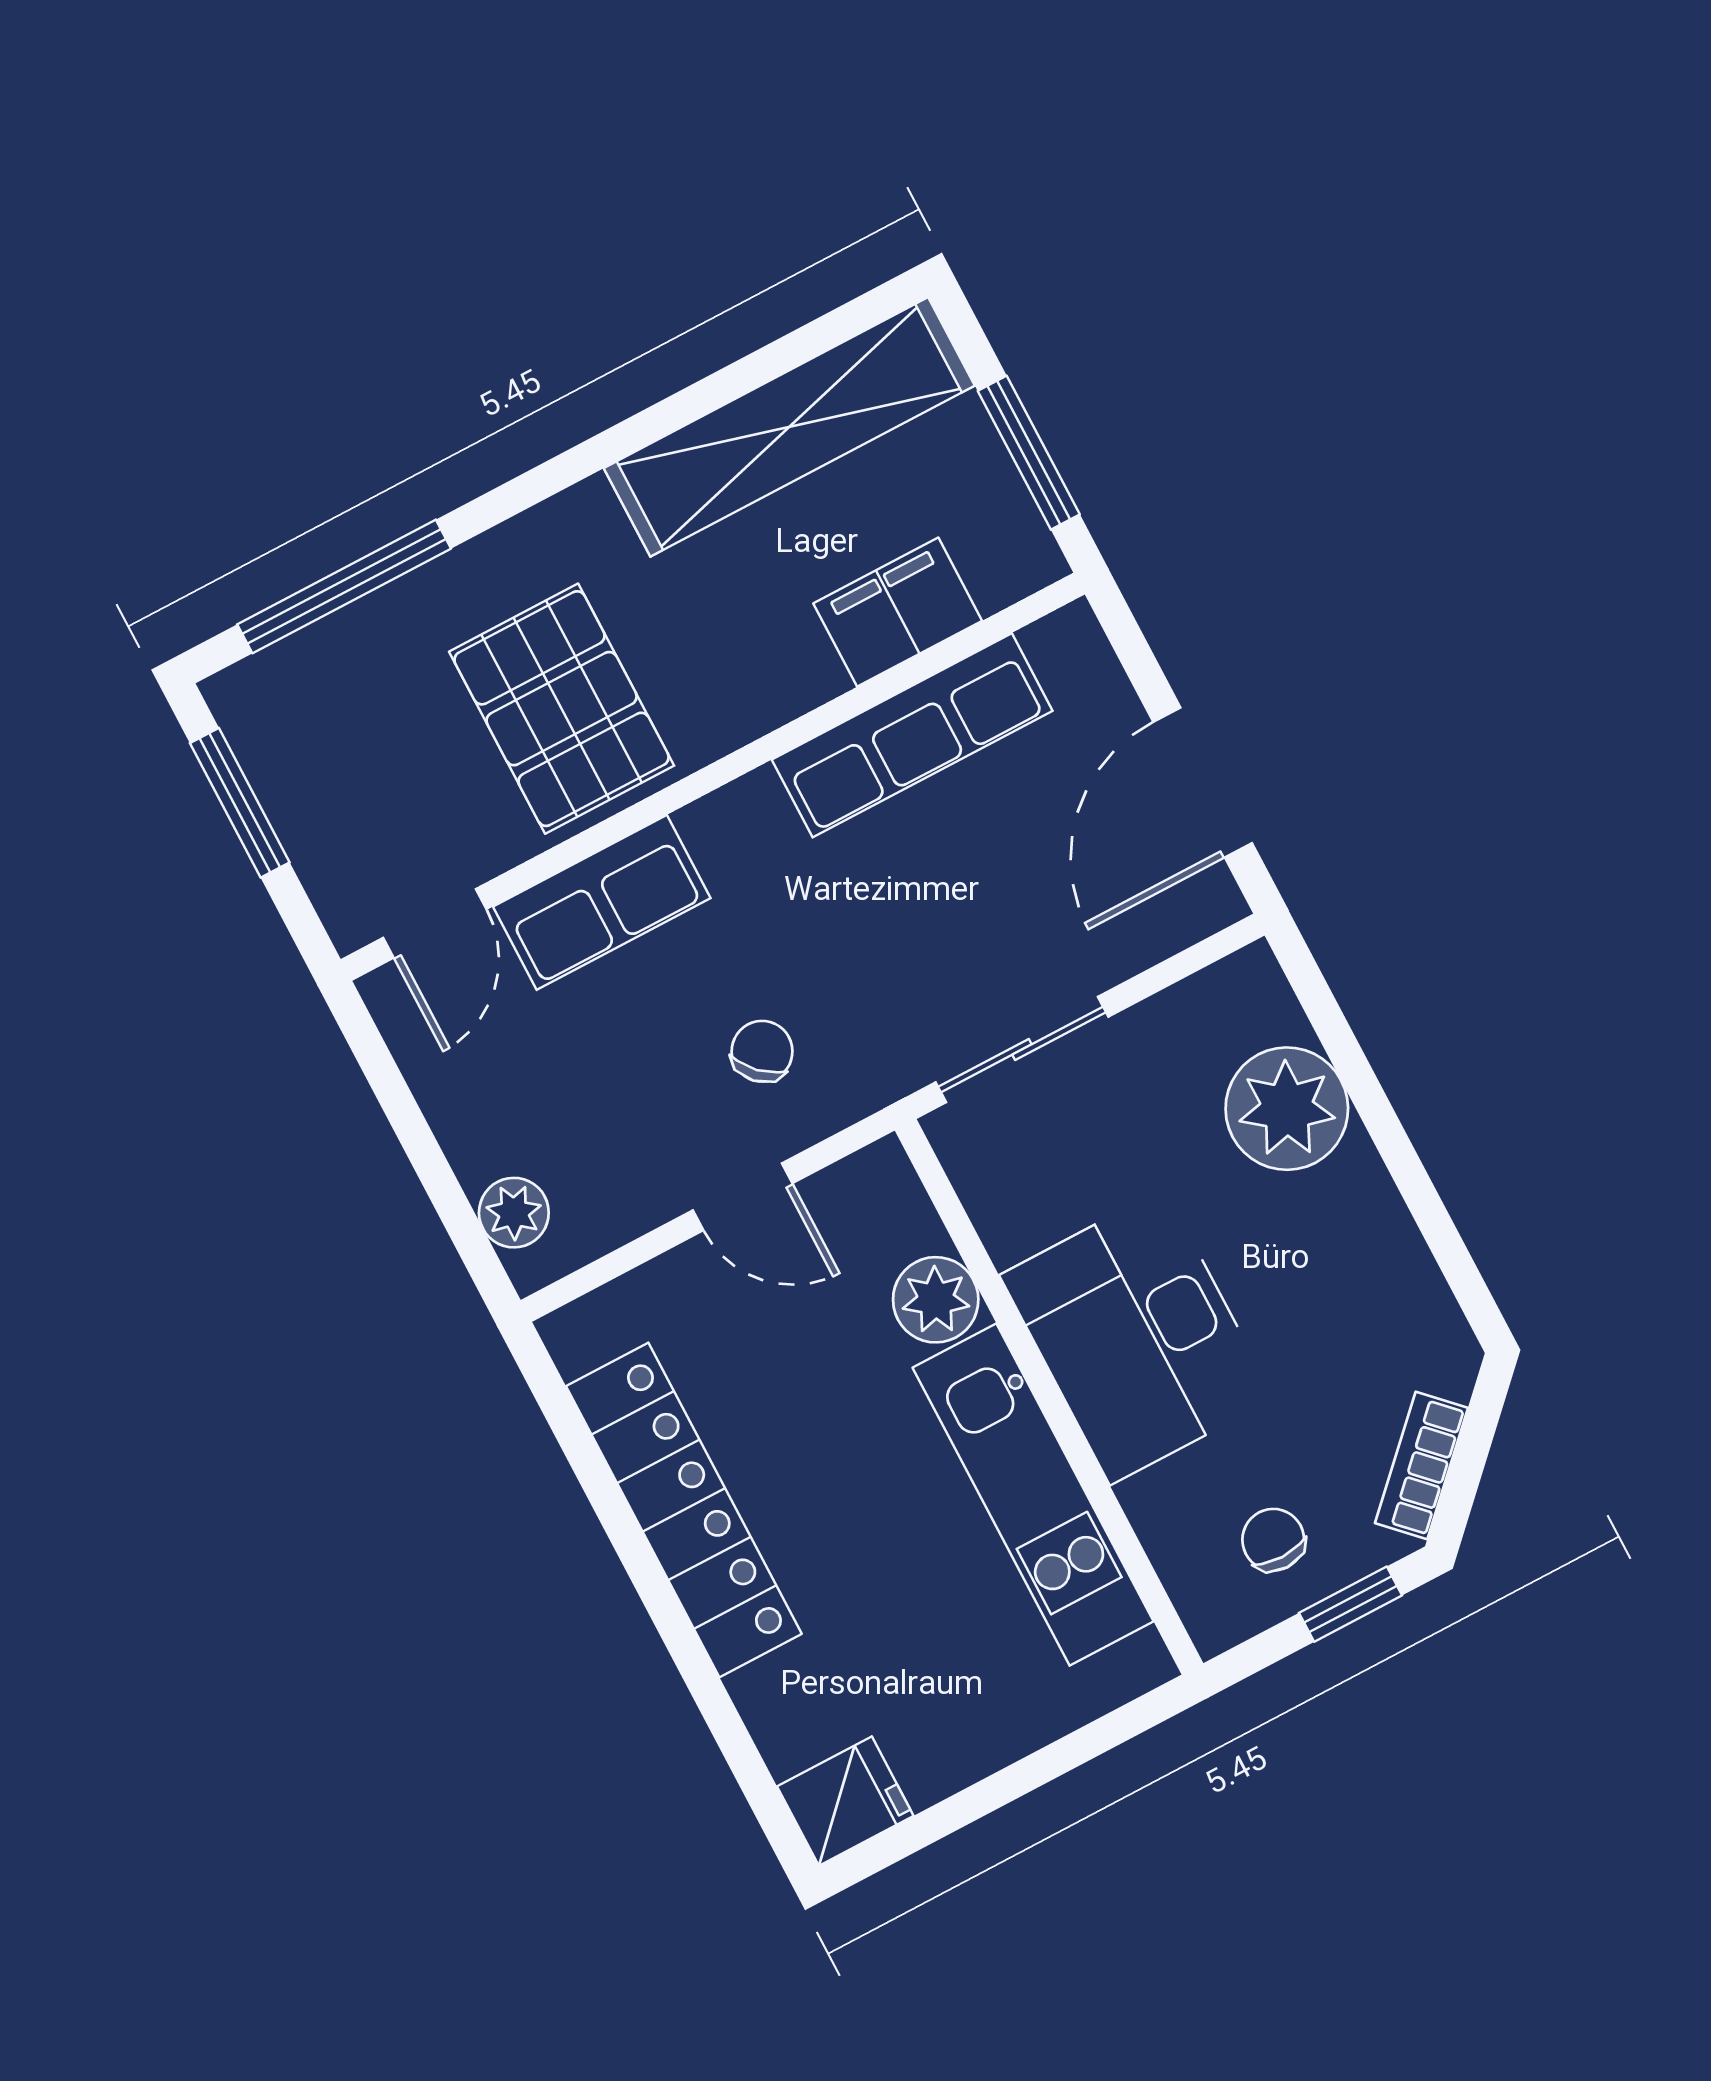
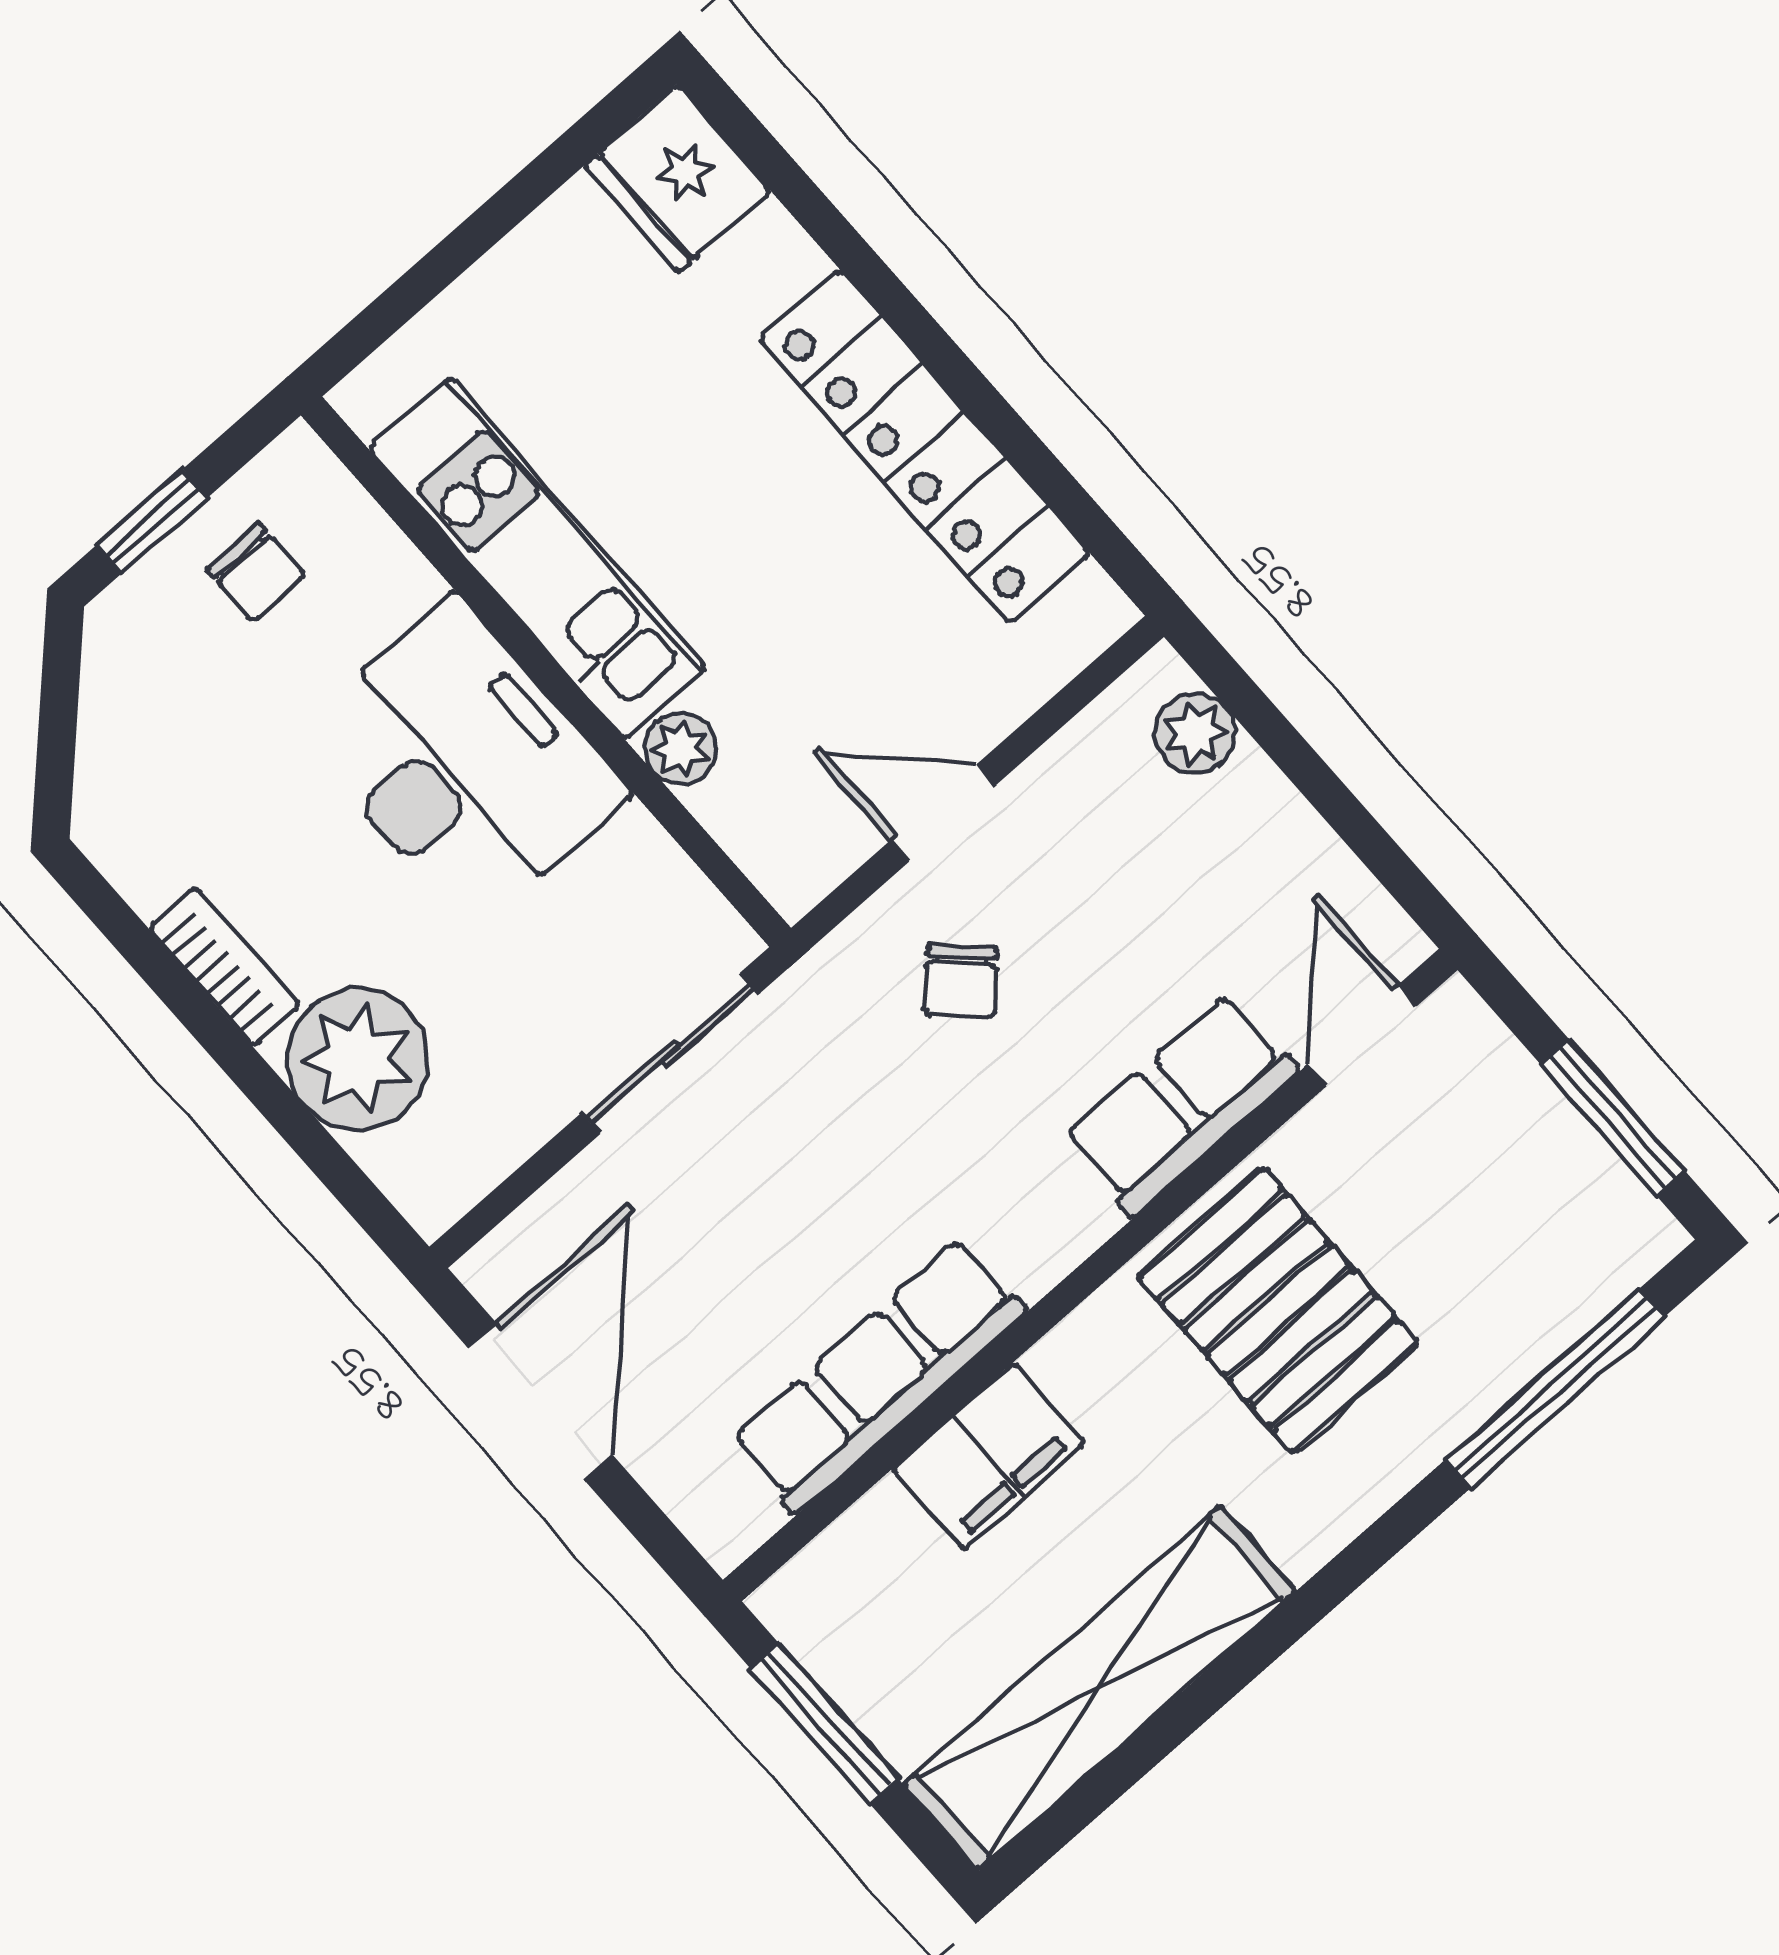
filing cabinet: (898, 612) -> (988, 1456), moved
plant: (936, 1300) -> (680, 749), width x0.73, depth x0.73
bookcase: (1421, 1466) -> (224, 967), moved, turned -45
fridge: (845, 1801) -> (678, 179), width x1.38

